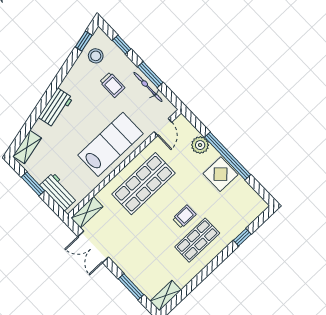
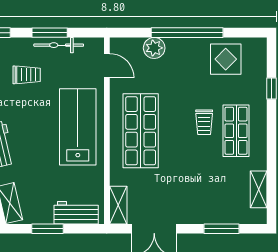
display table: (220, 174) -> (226, 59), moved
trolley: (184, 216) -> (204, 122), turned 180
shelving: (166, 296) -> (259, 189), moved

